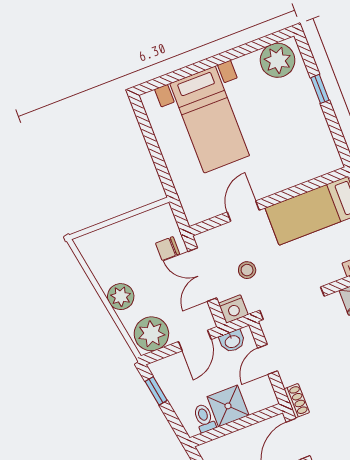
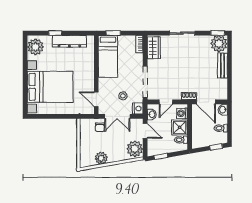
bed with nightstands: (210, 120) -> (50, 87), width x1.36
dresser: (314, 123) -> (69, 41), added
door: (243, 211) -> (96, 99), moved
plant: (121, 297) -> (101, 158), moved
door: (268, 359) -> (166, 102), hinge flipped
washing machine: (257, 400) -> (182, 113), added

